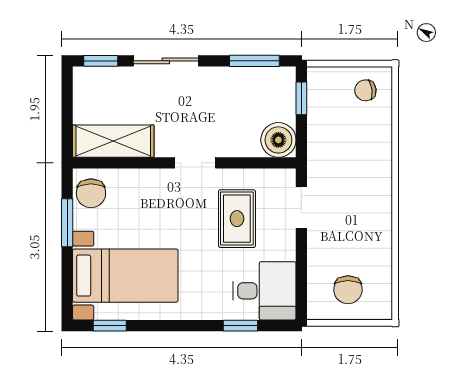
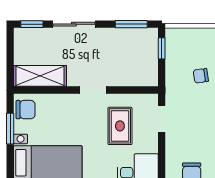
chair: (365, 90) -> (201, 76), moved
boiler: (278, 140) -> (147, 75), removed
chair: (91, 193) -> (26, 110), turned -90

